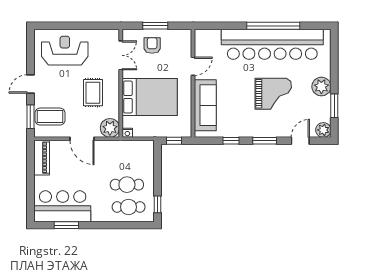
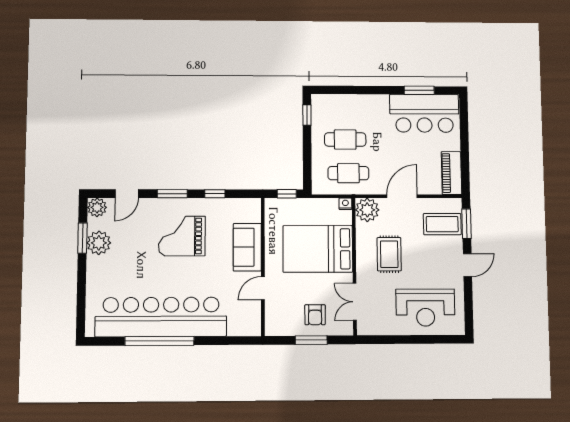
plant: (321, 87) -> (99, 243), moved
grand piano: (273, 94) -> (182, 236), moved
sofa: (205, 105) -> (247, 247), width x0.73
door: (82, 139) -> (402, 196), hinge flipped
cafe table: (129, 207) -> (348, 173), moved

